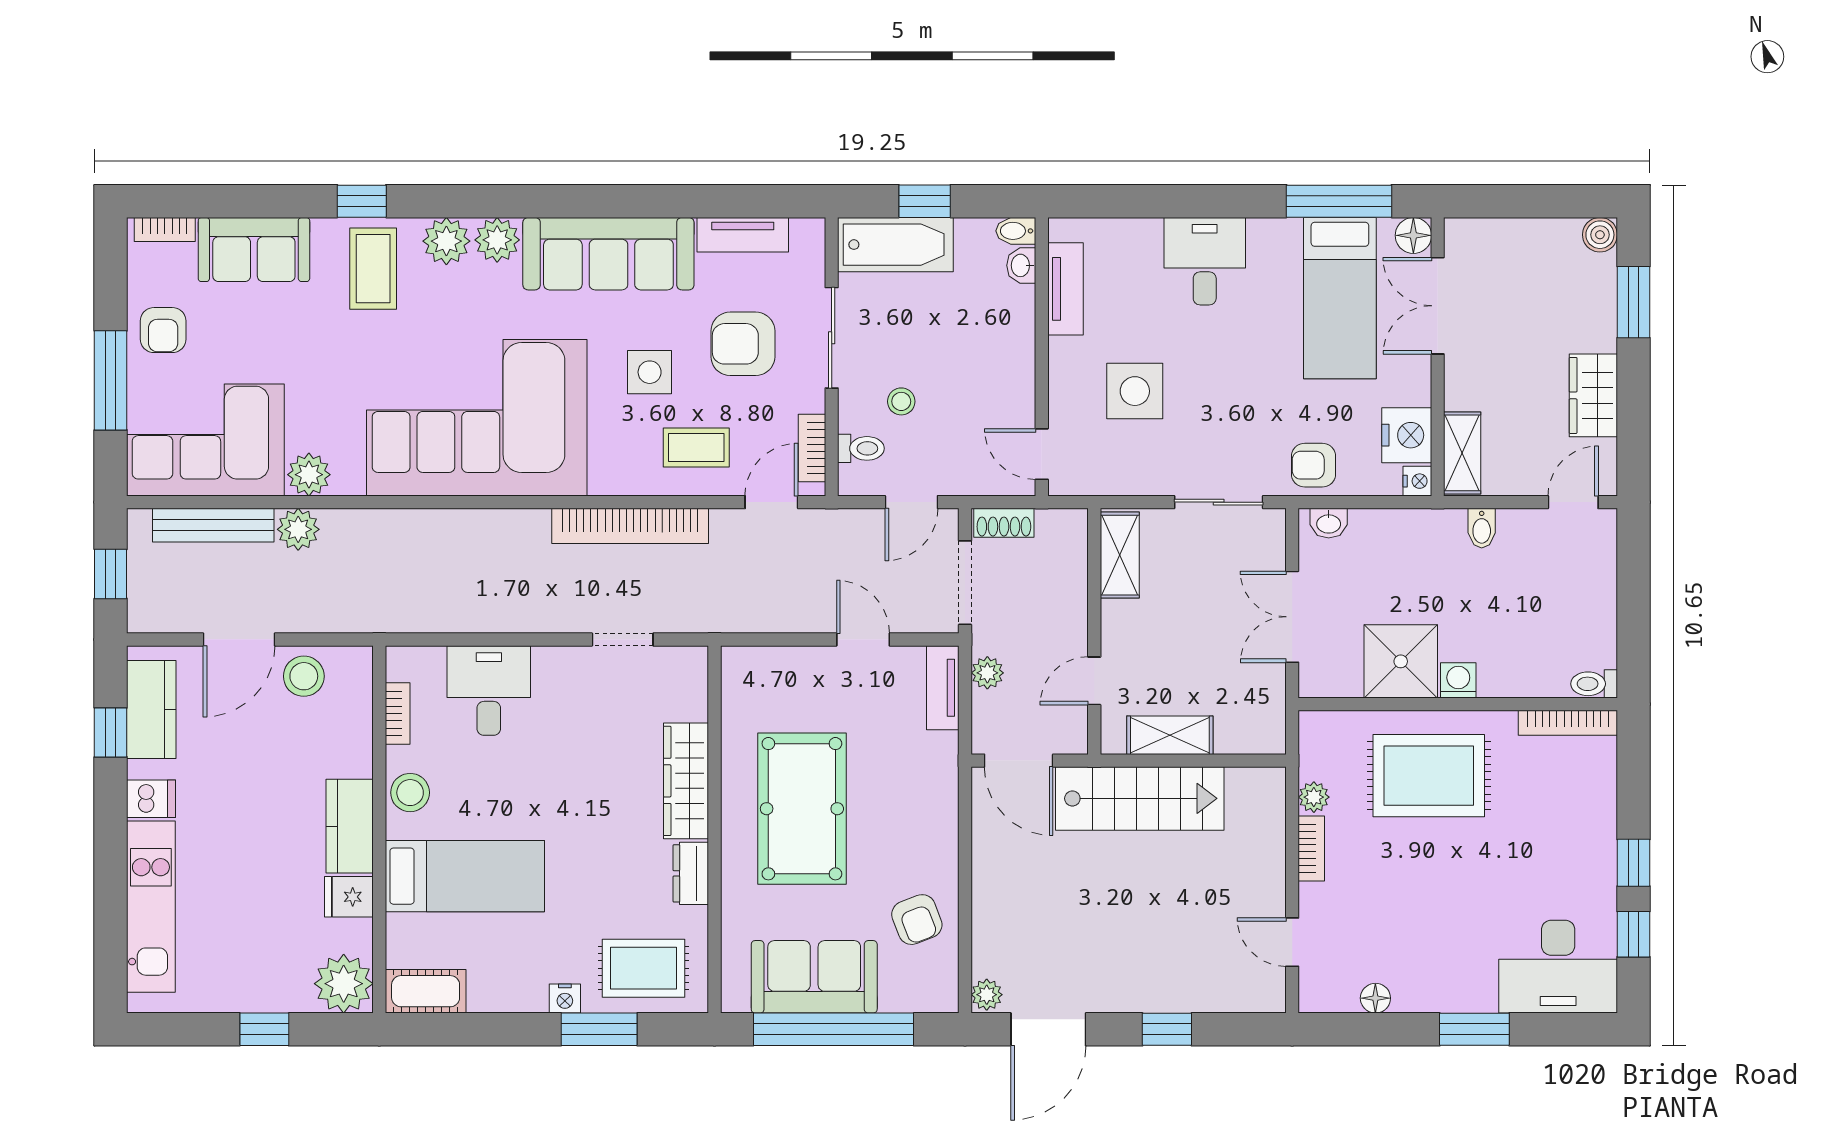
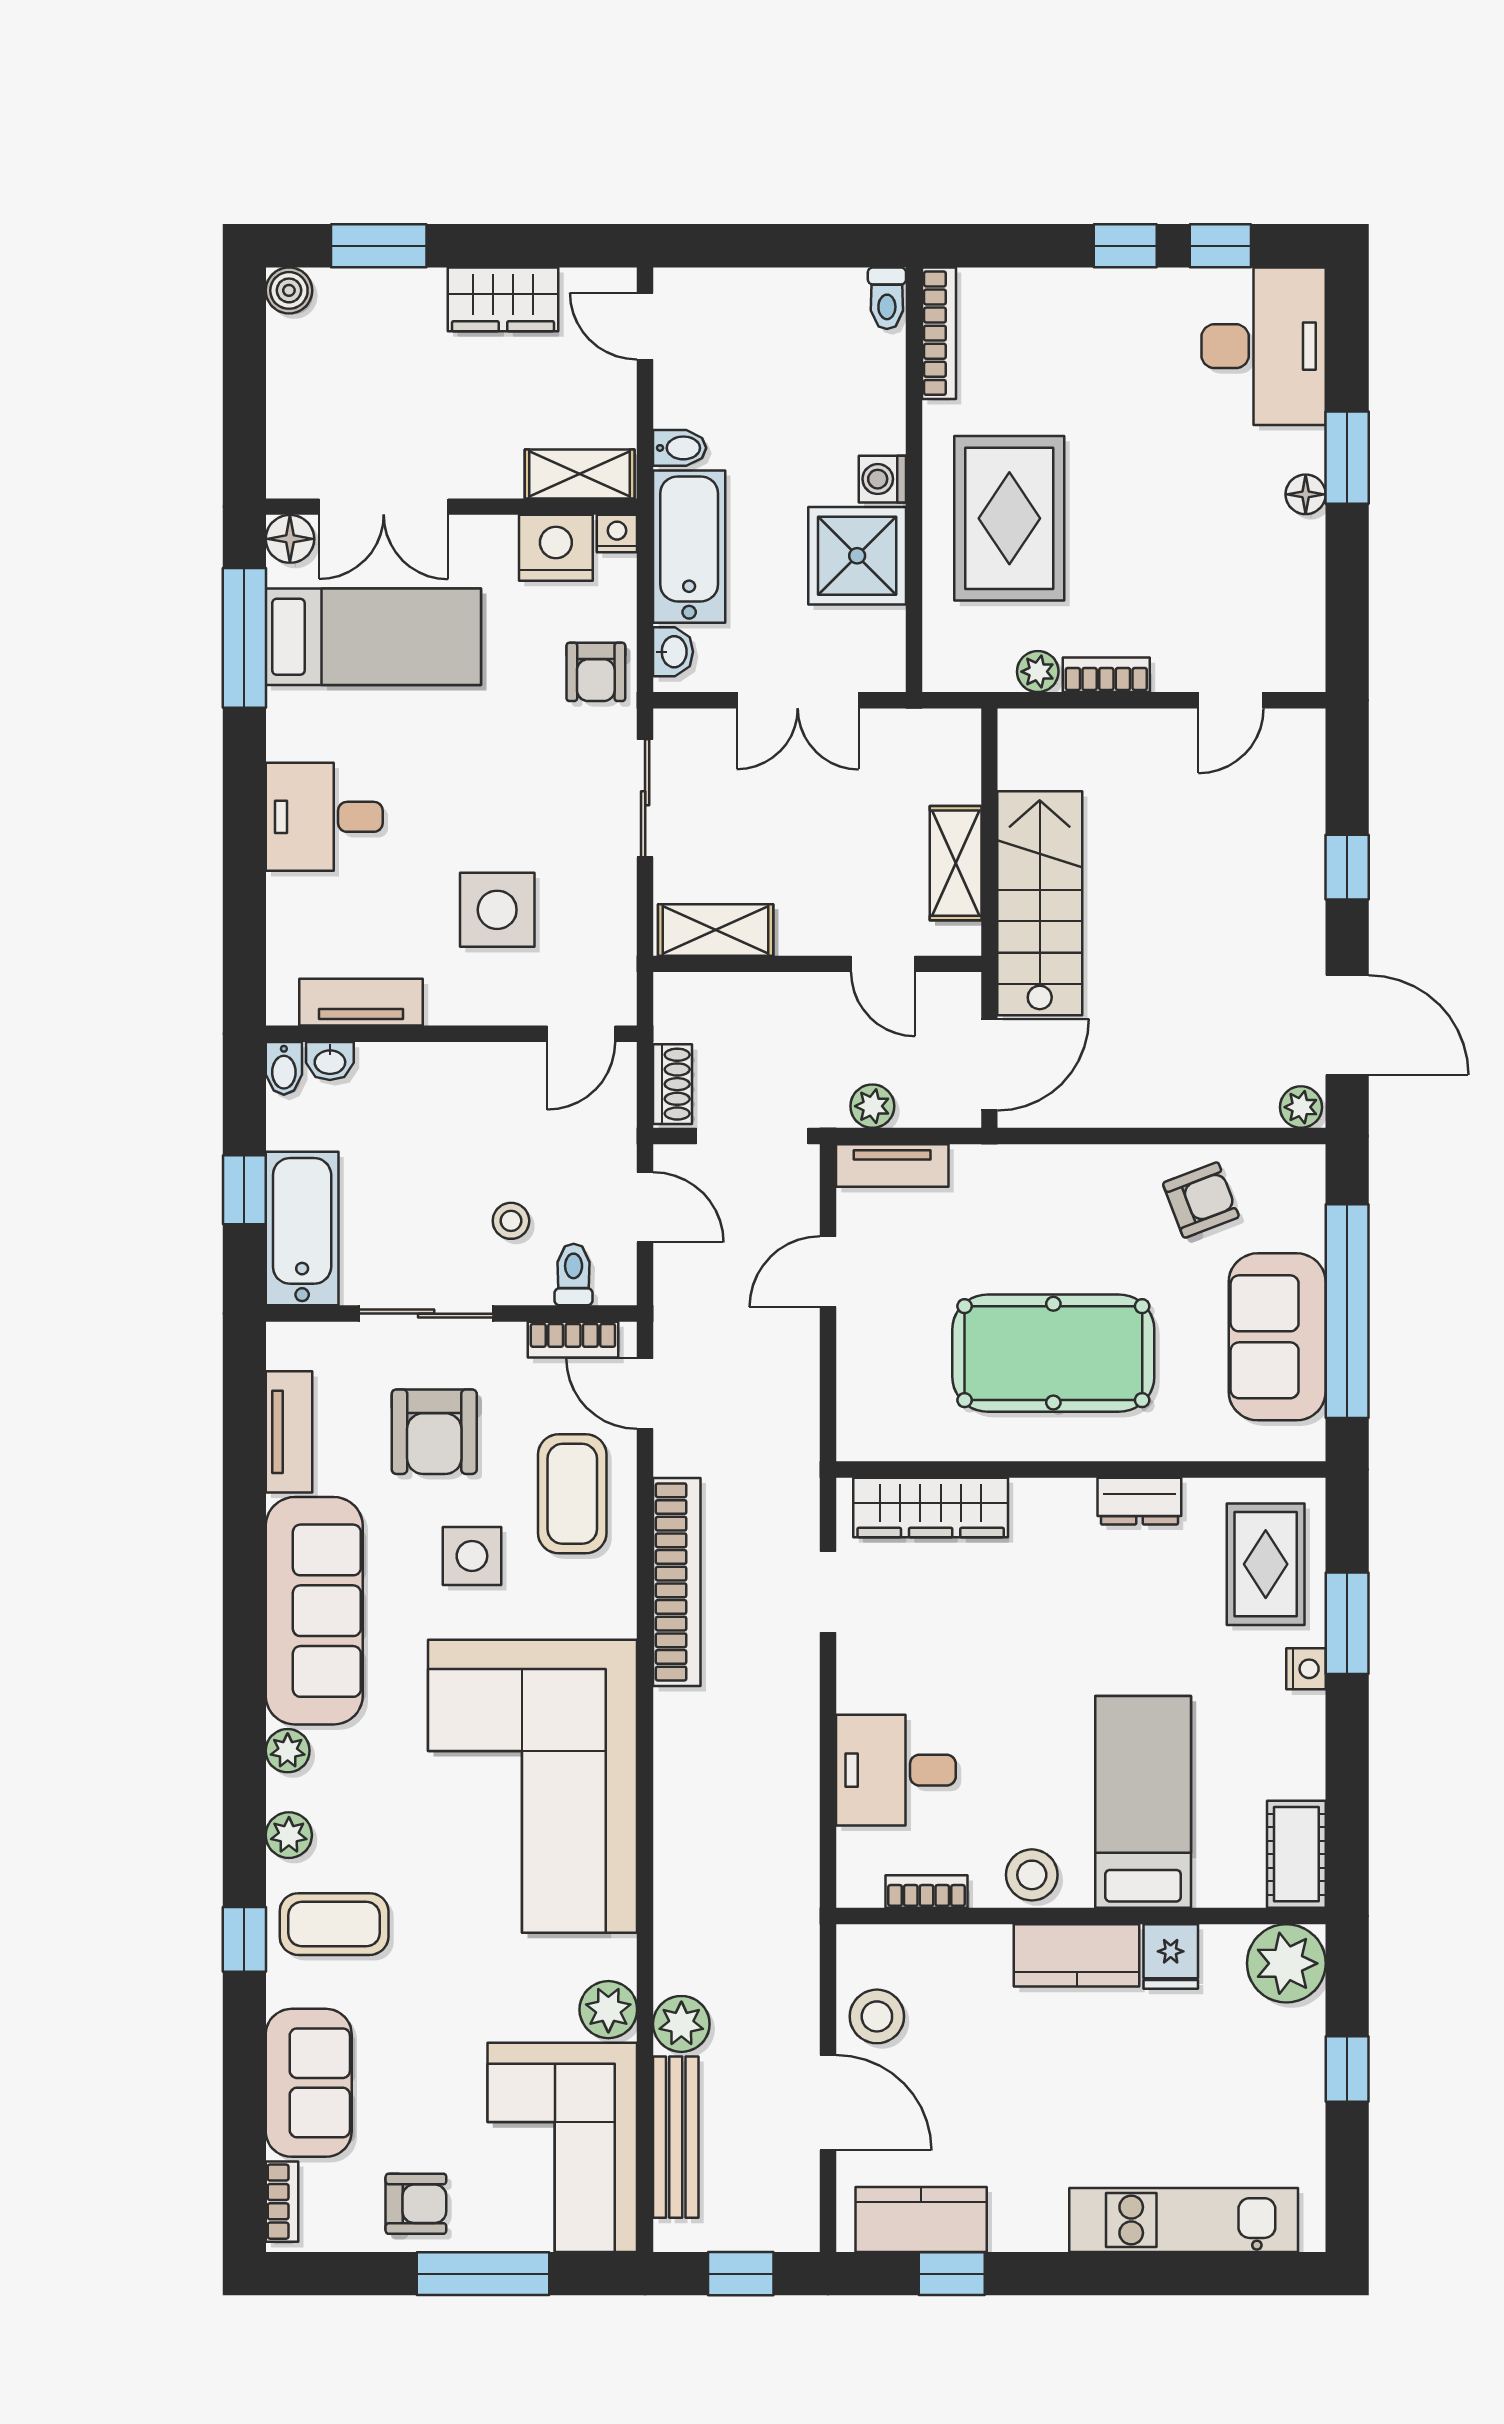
plant: (497, 240) -> (288, 1751), width x0.73, depth x0.73
plant: (446, 241) -> (289, 1835), width x0.73, depth x0.73
coffee table: (696, 447) -> (572, 1494), width x1.36, depth x1.30
bathtub: (1408, 535) -> (689, 547), added
wardrobe: (686, 781) -> (931, 1507), moved
dishwasher: (151, 799) -> (1040, 2220), removed
floor lamp: (1375, 998) -> (1306, 494), moved

